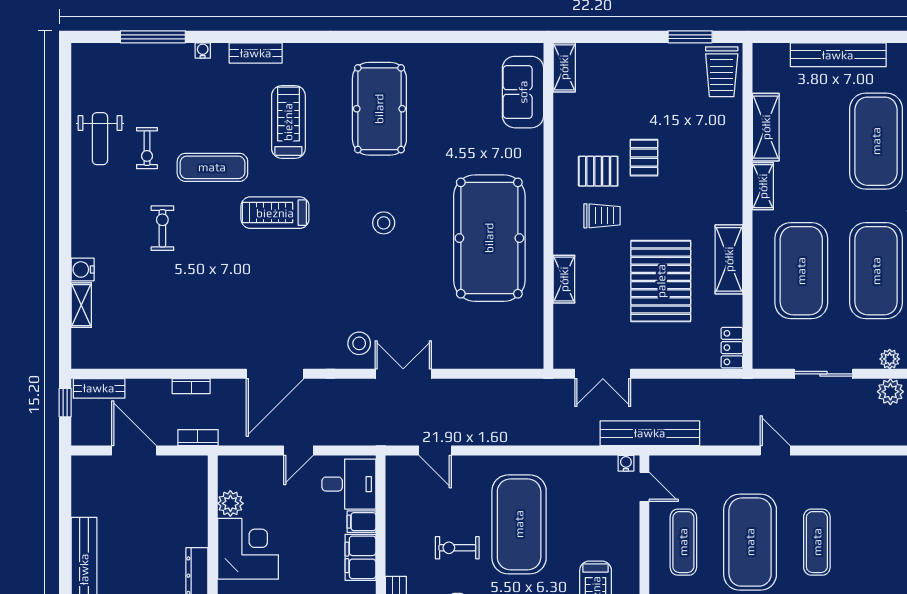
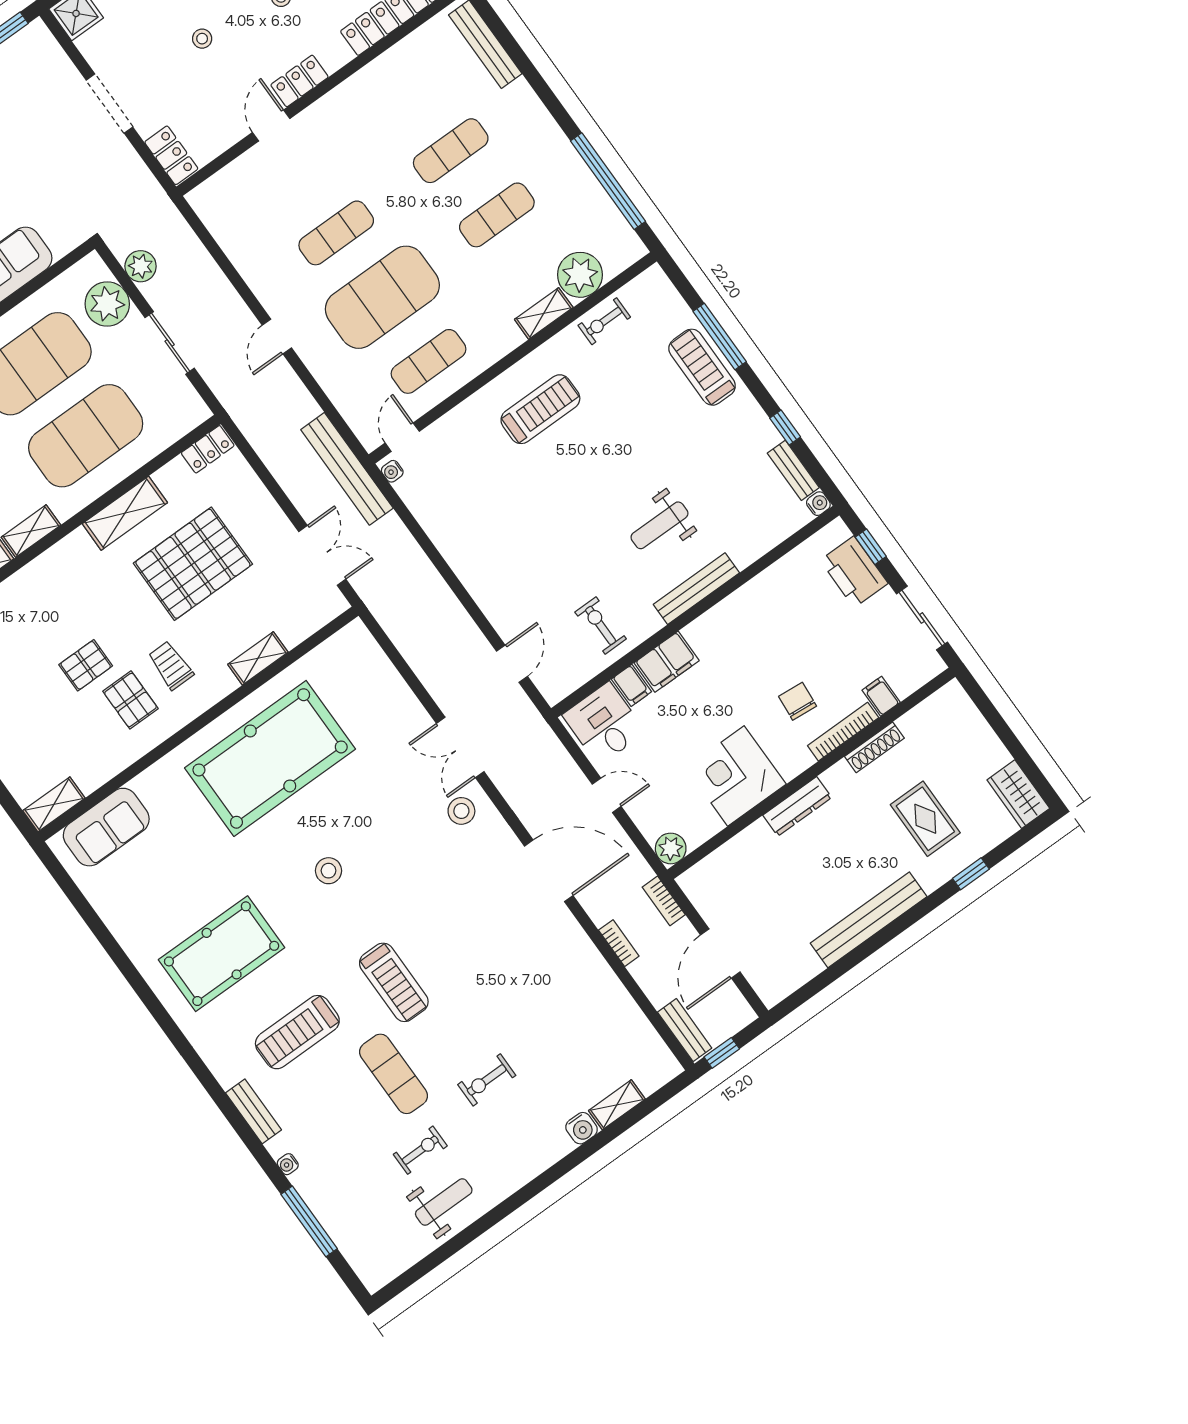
plant: (890, 359) -> (107, 304), width x1.87, depth x1.87
plant: (230, 503) -> (671, 848), moved
exercise mat: (519, 524) -> (525, 532), removed
exercise bike: (457, 548) -> (601, 625), moved, turned 180

